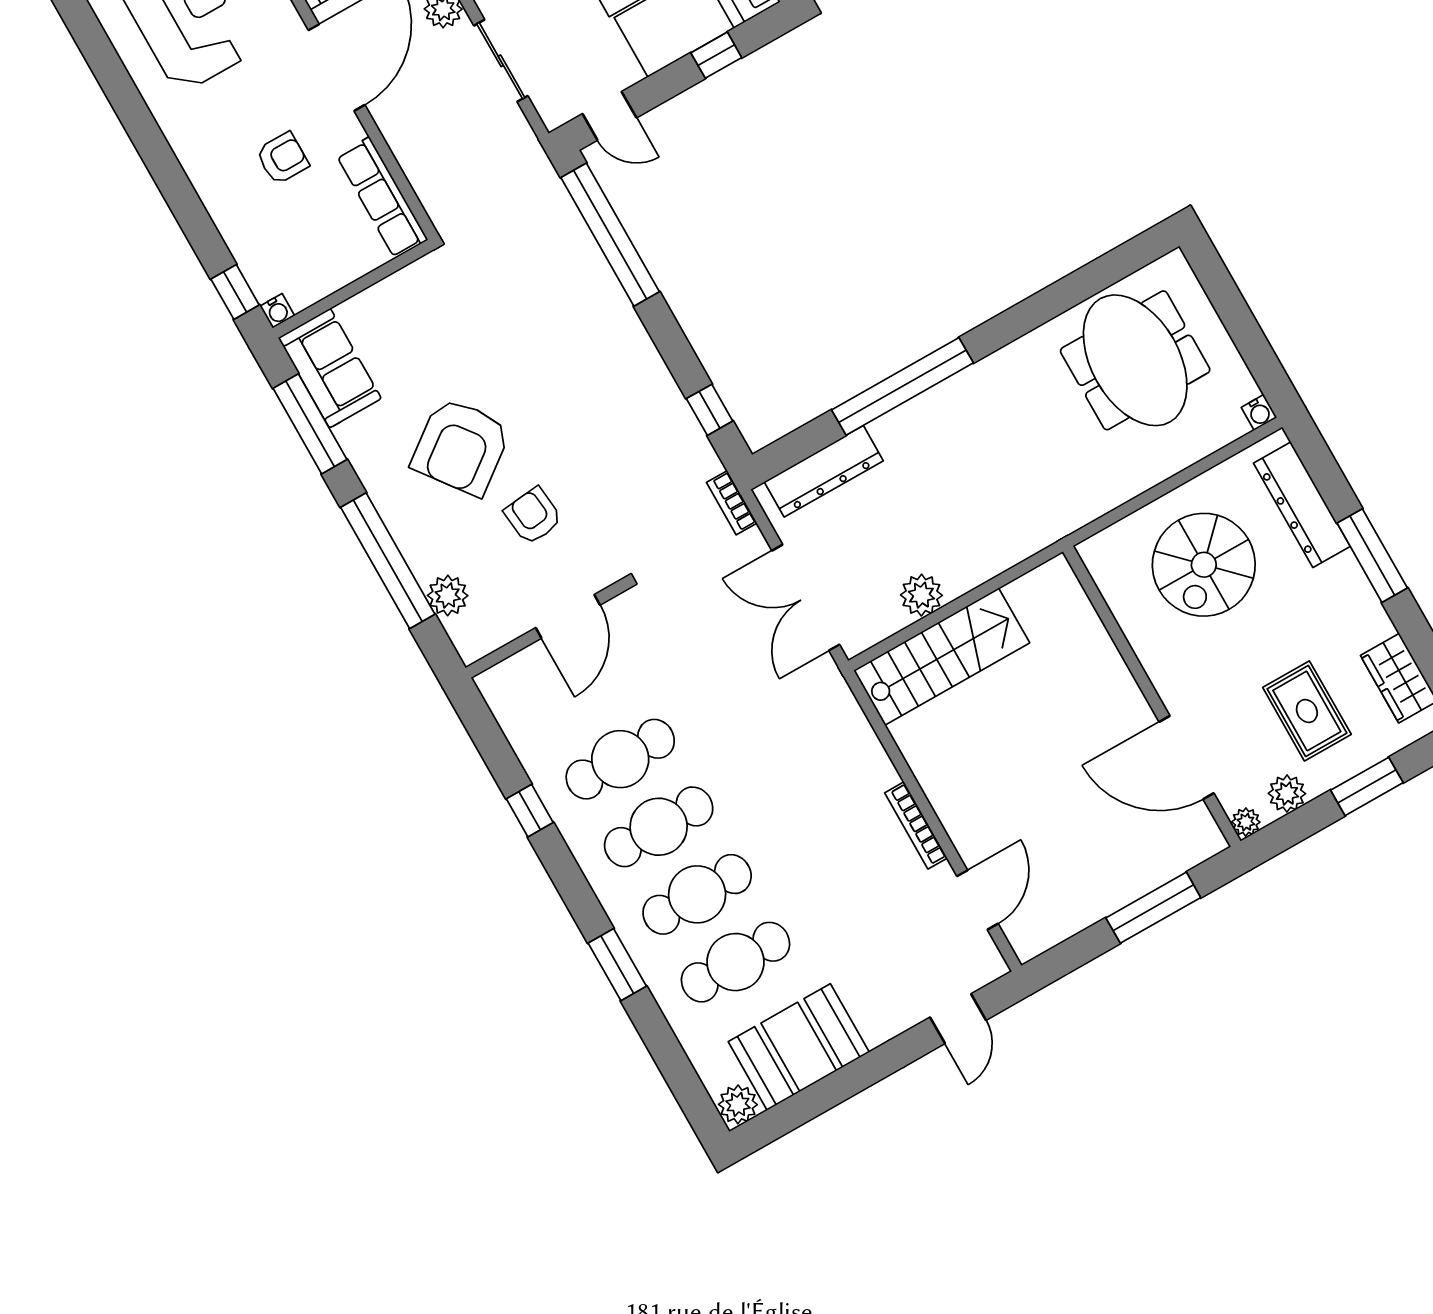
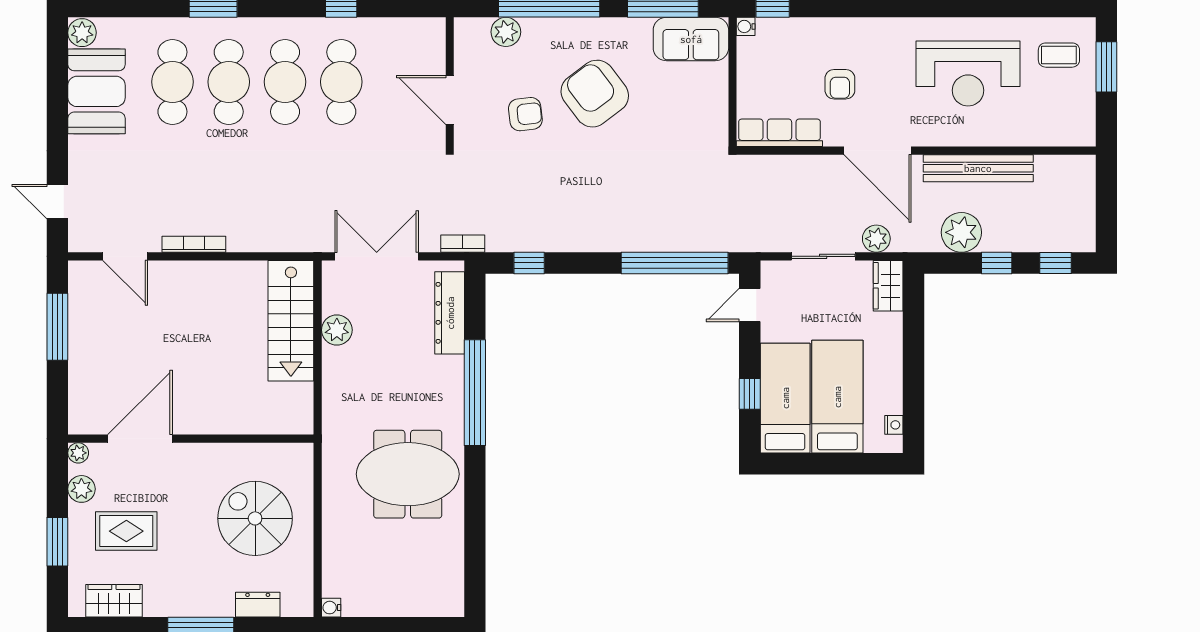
meeting table: (1135, 360) -> (408, 474), moved
dresser: (1302, 505) -> (258, 605), width x0.51, depth x0.80
window: (1153, 908) -> (57, 327), moved

